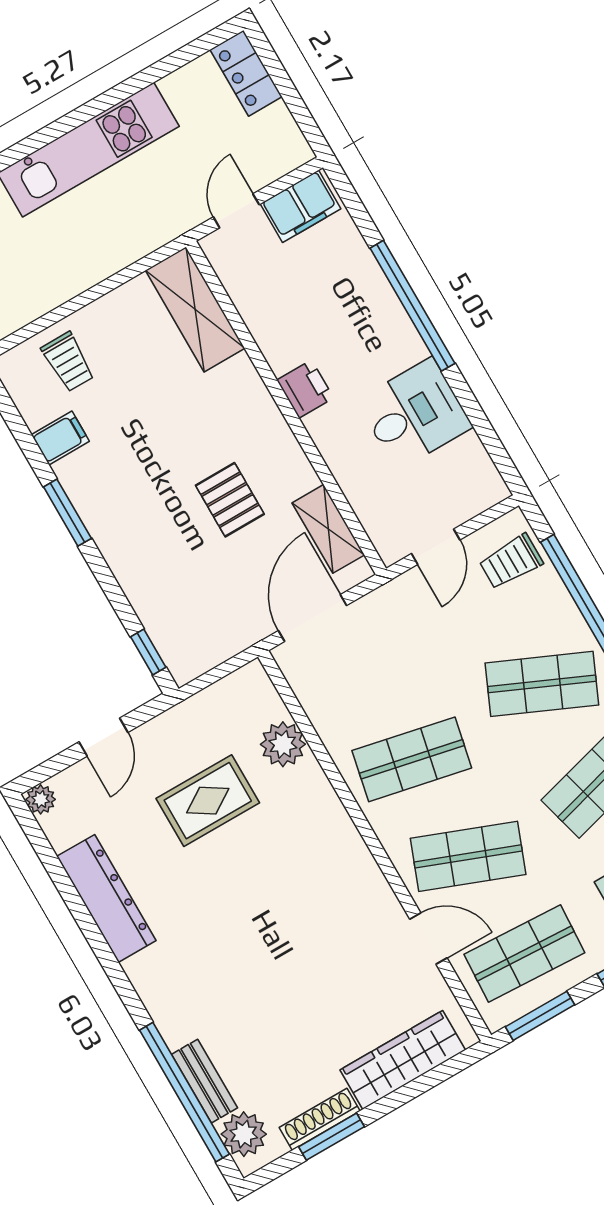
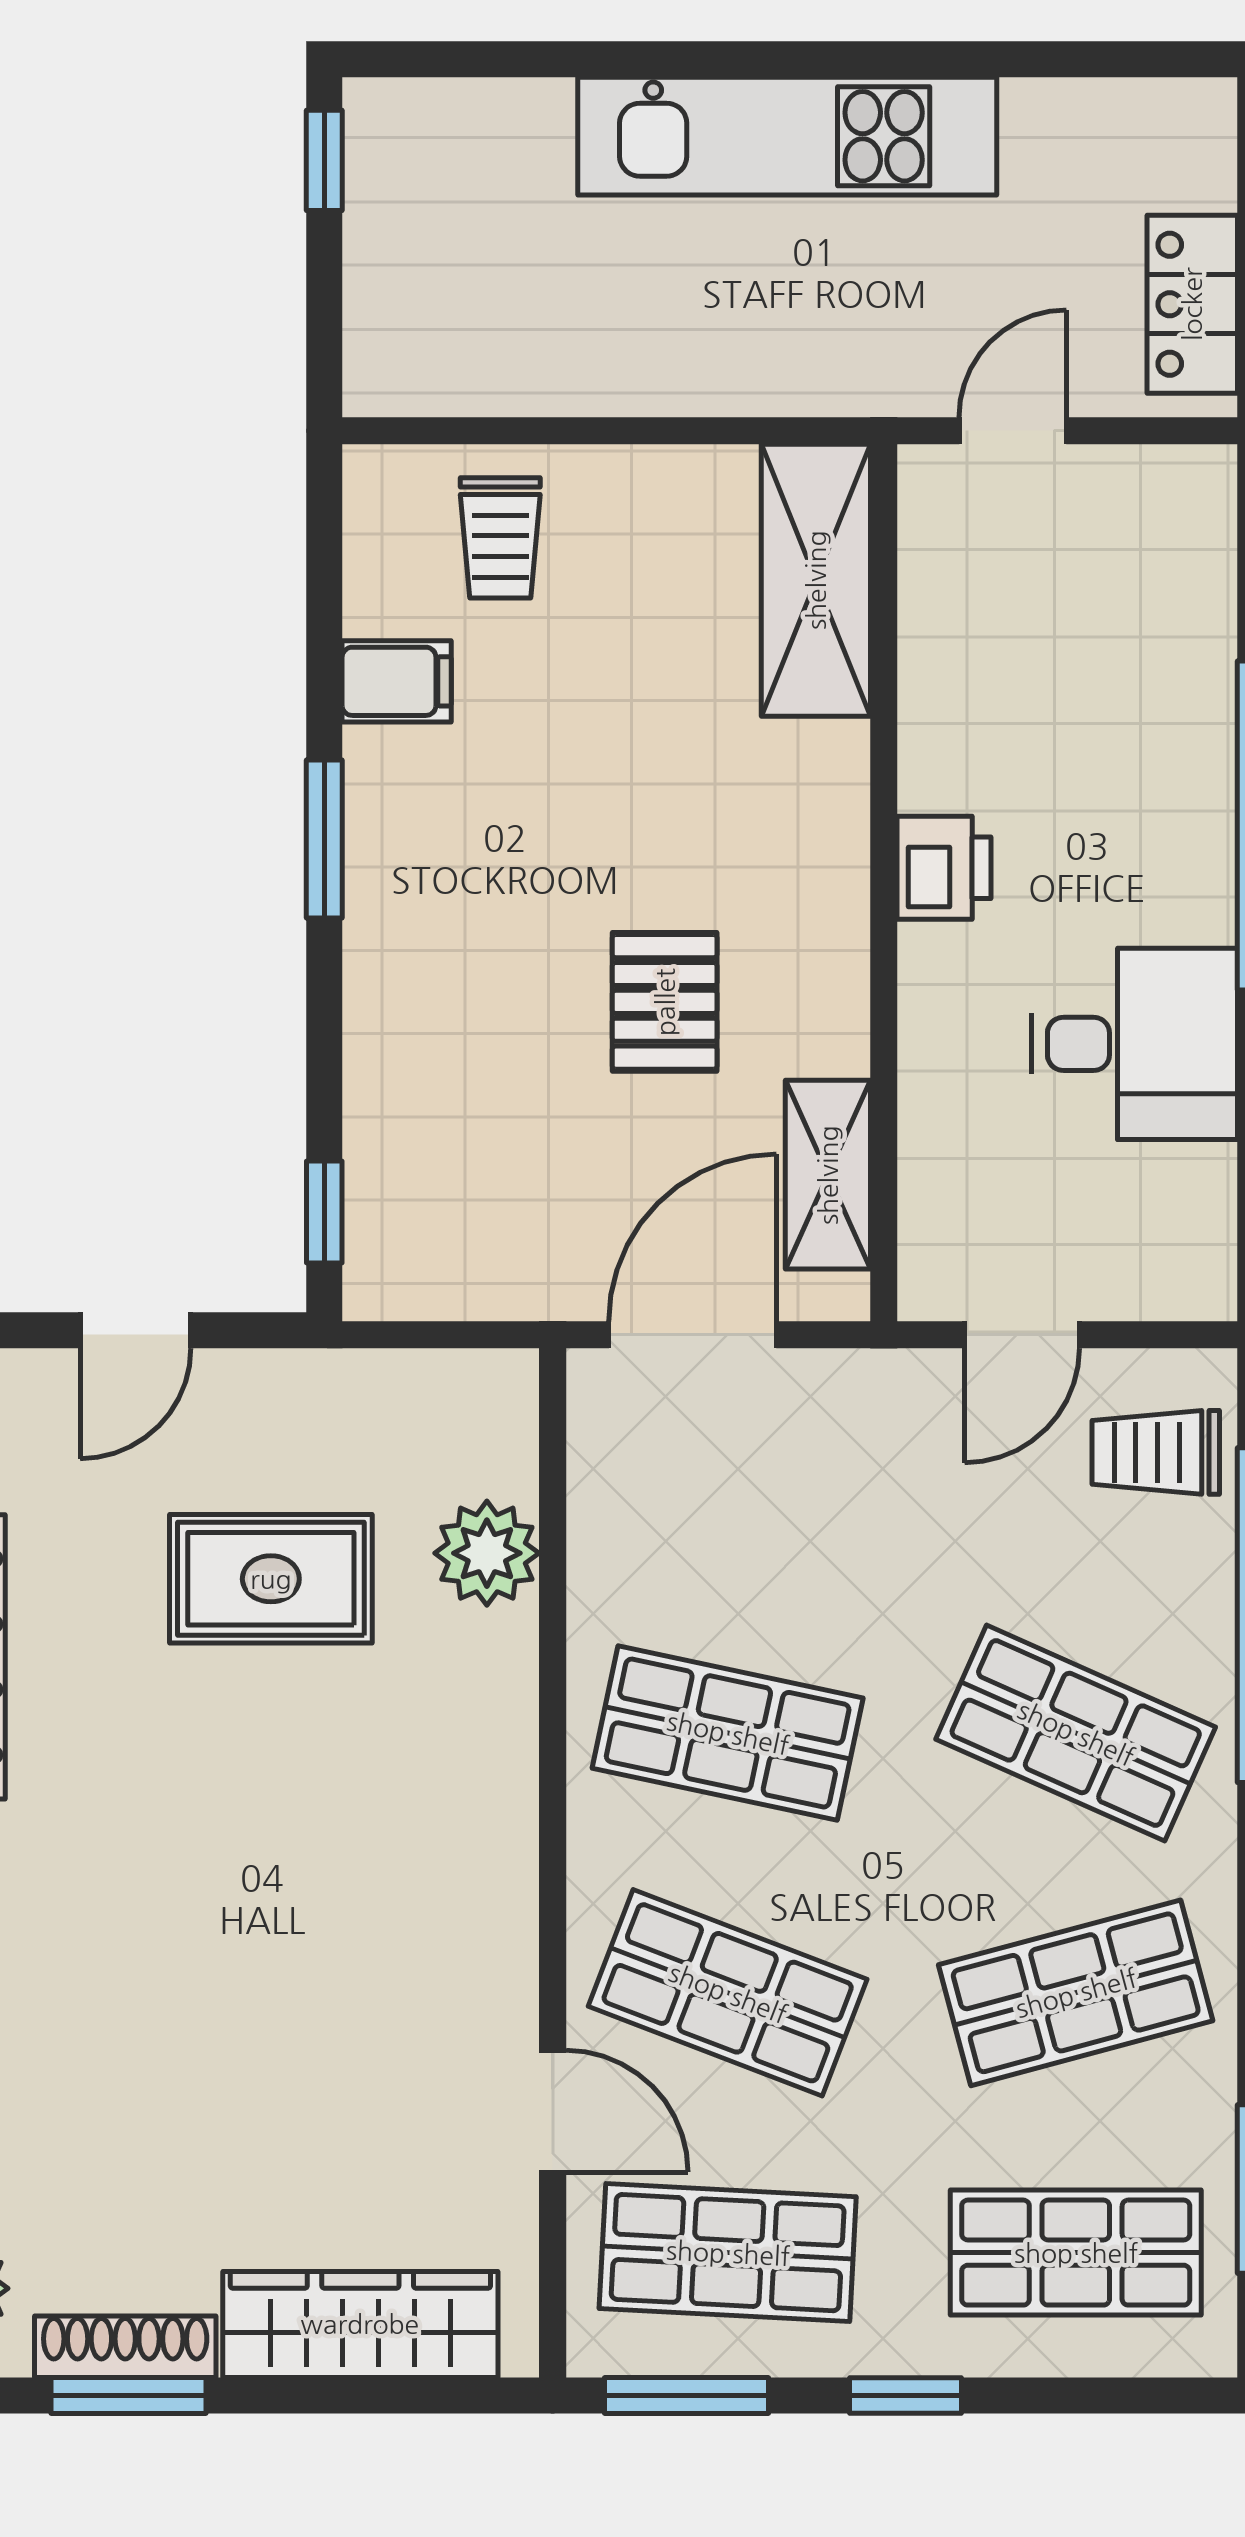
locker: (246, 73) -> (1192, 304), moved
filing cabinet: (300, 206) -> (1147, 496), removed

